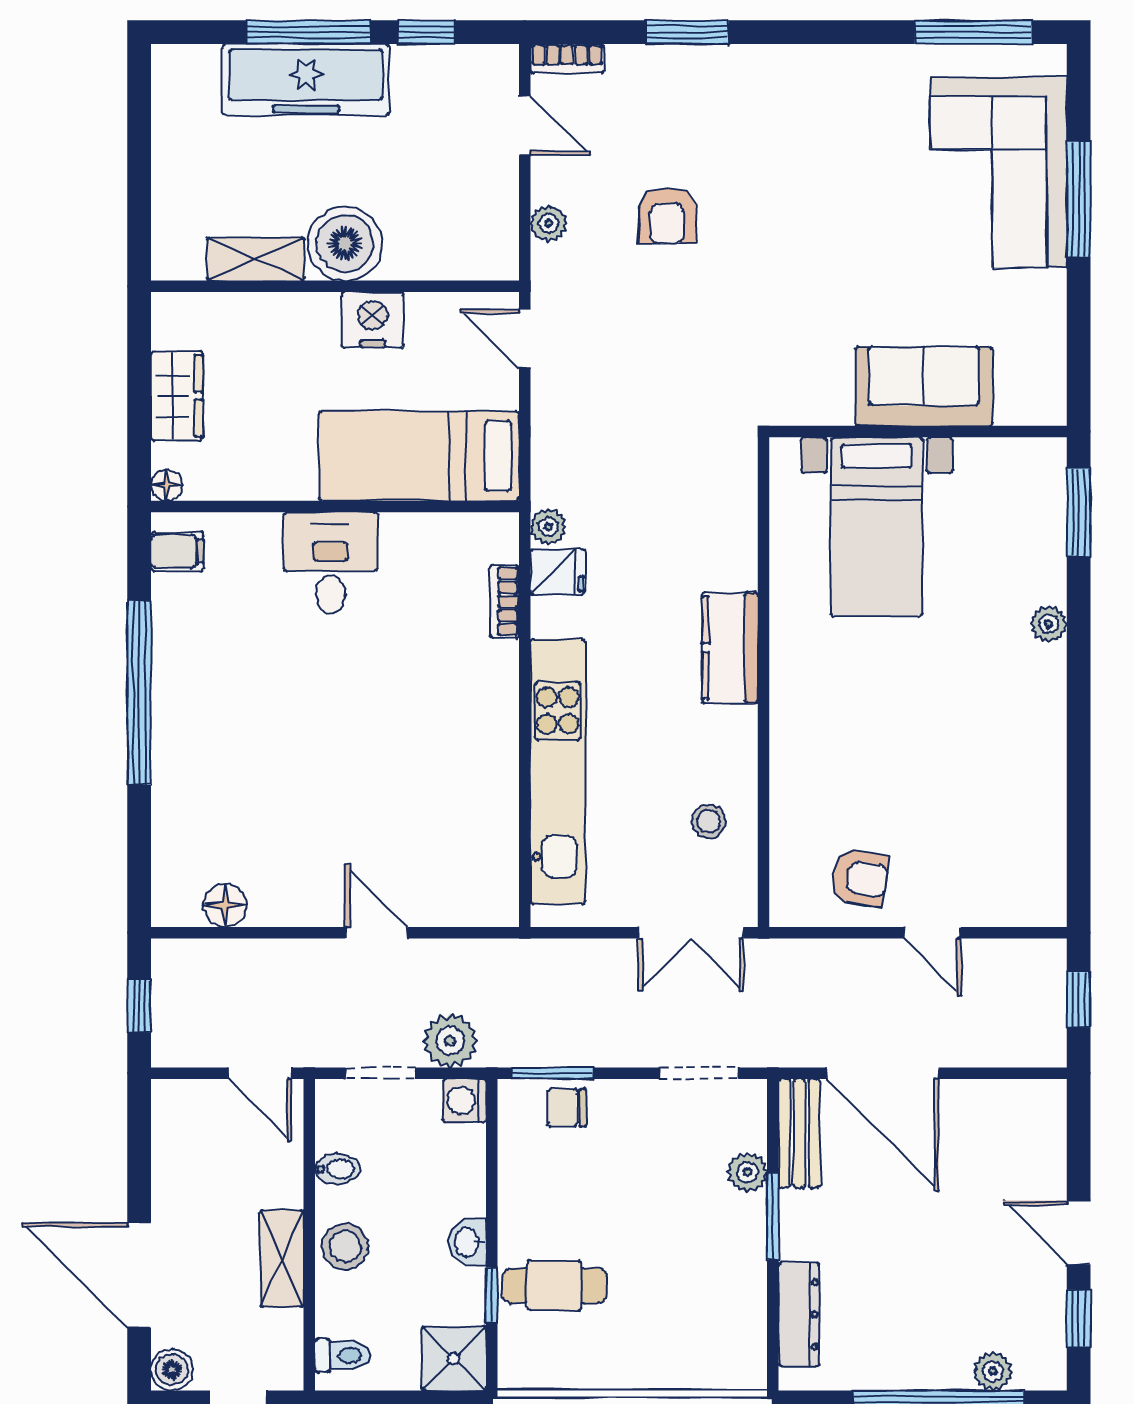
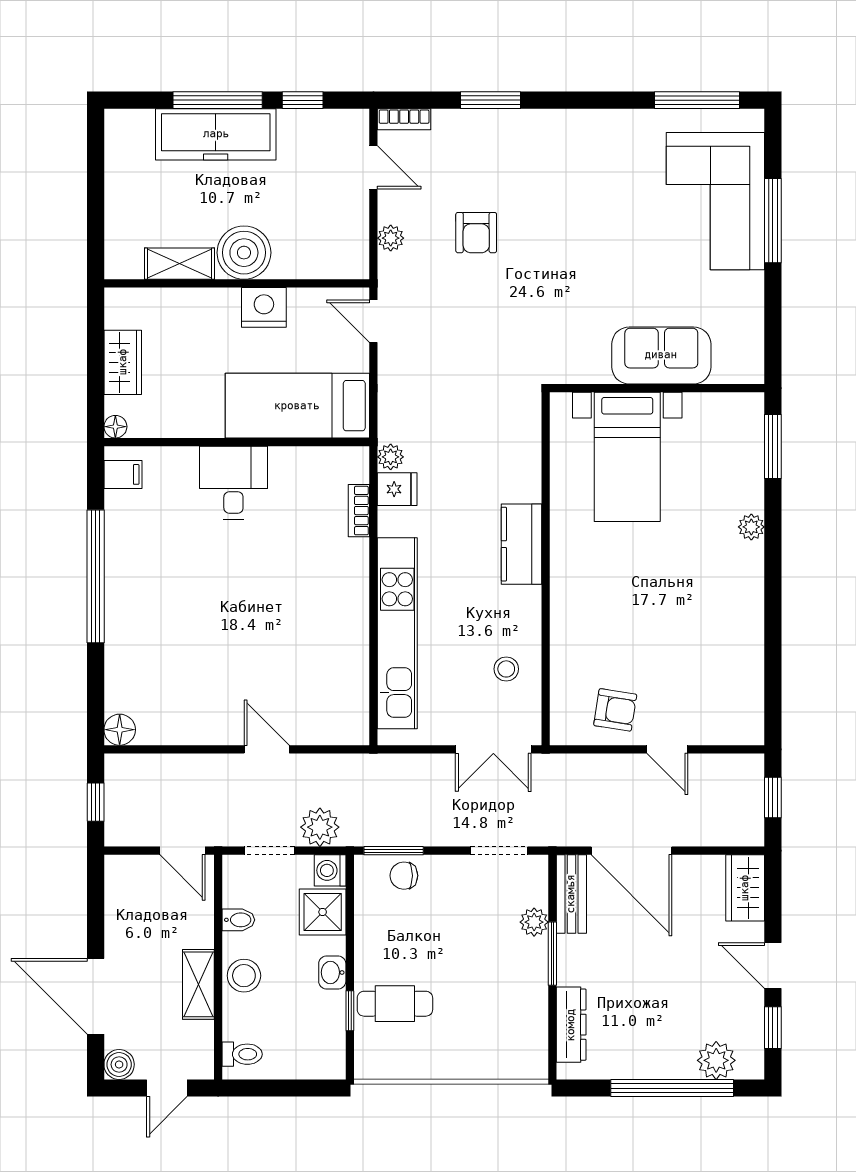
floor lamp: (225, 905) -> (120, 730), moved
wardrobe: (1040, 1125) -> (745, 888), added
shower: (454, 1358) -> (323, 912), moved
plant: (993, 1371) -> (716, 1060), width x1.38, depth x1.38

